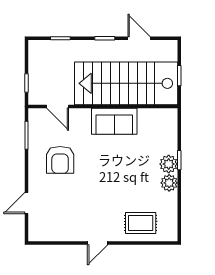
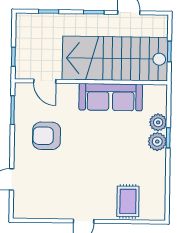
sofa: (114, 121) -> (111, 97), width x1.36
armchair: (60, 160) -> (46, 136), turned 90
plant: (169, 183) -> (158, 122), moved
rug: (141, 223) -> (128, 201), turned 90

